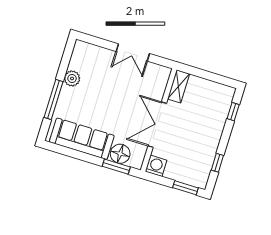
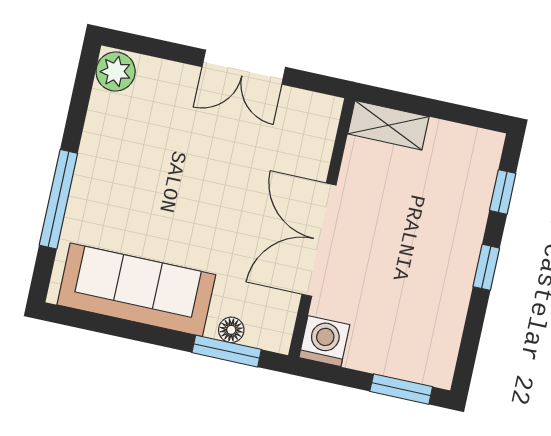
plant: (72, 78) -> (116, 71), moved
shelving: (179, 86) -> (388, 125), moved, turned 90
floor lamp: (120, 154) -> (231, 330), width x0.53, depth x0.53
window: (217, 163) -> (486, 267), moved

